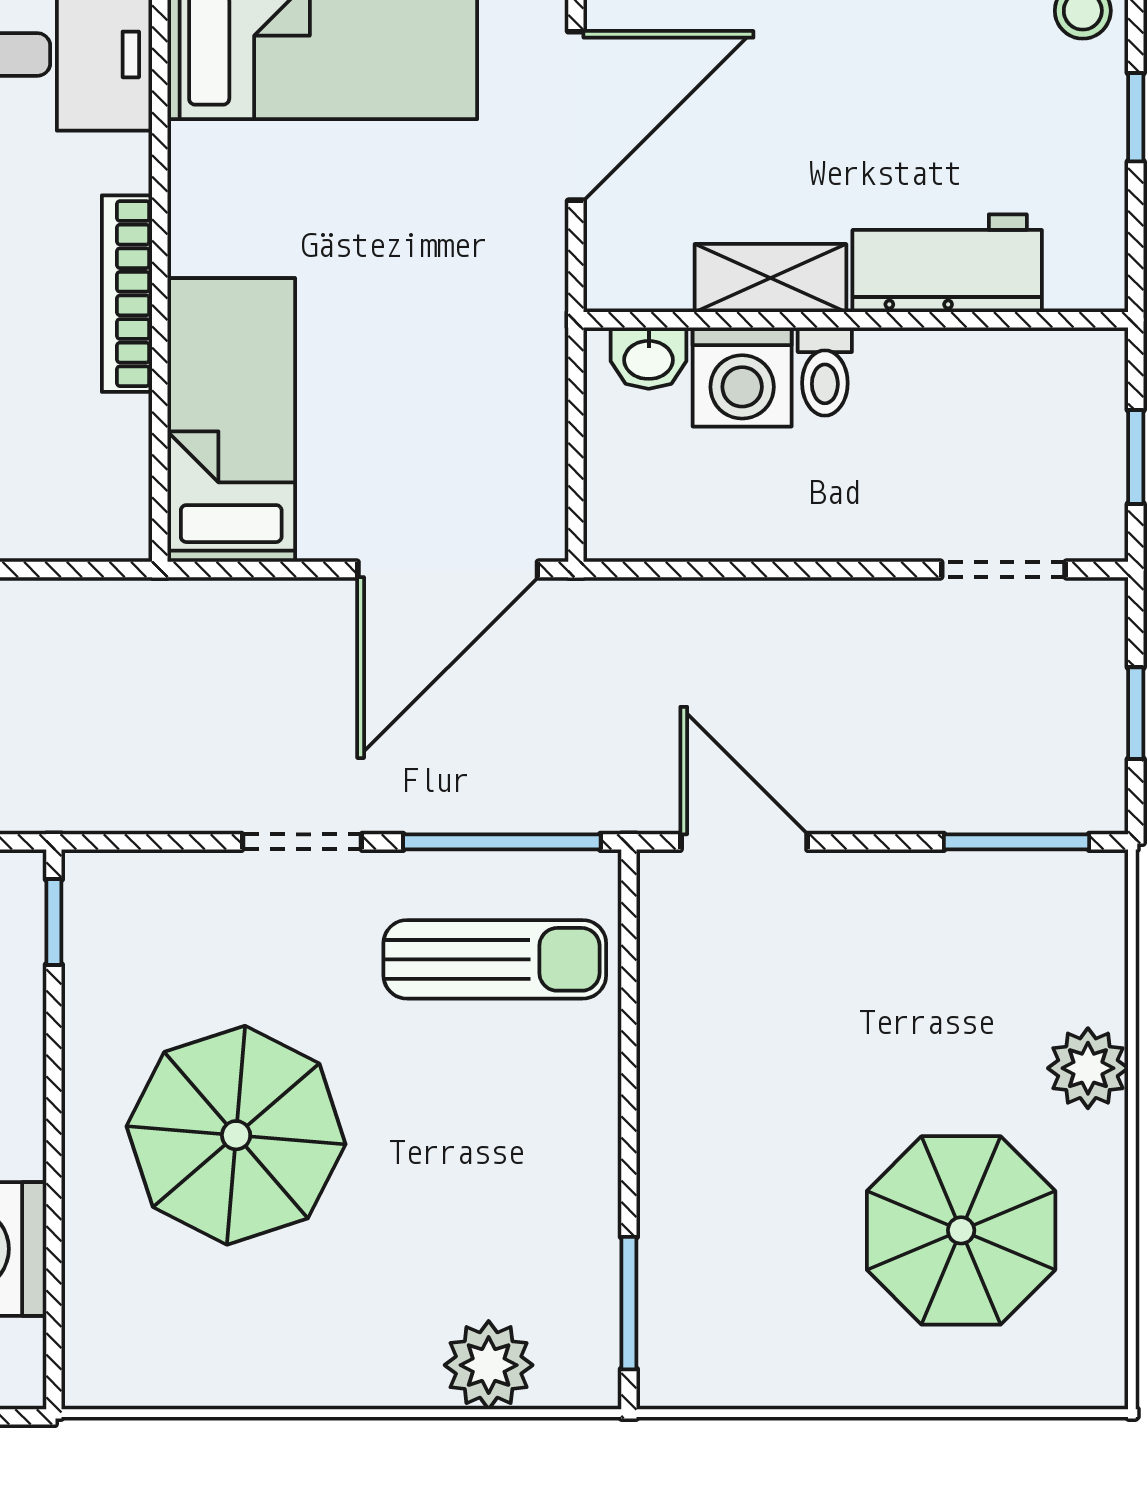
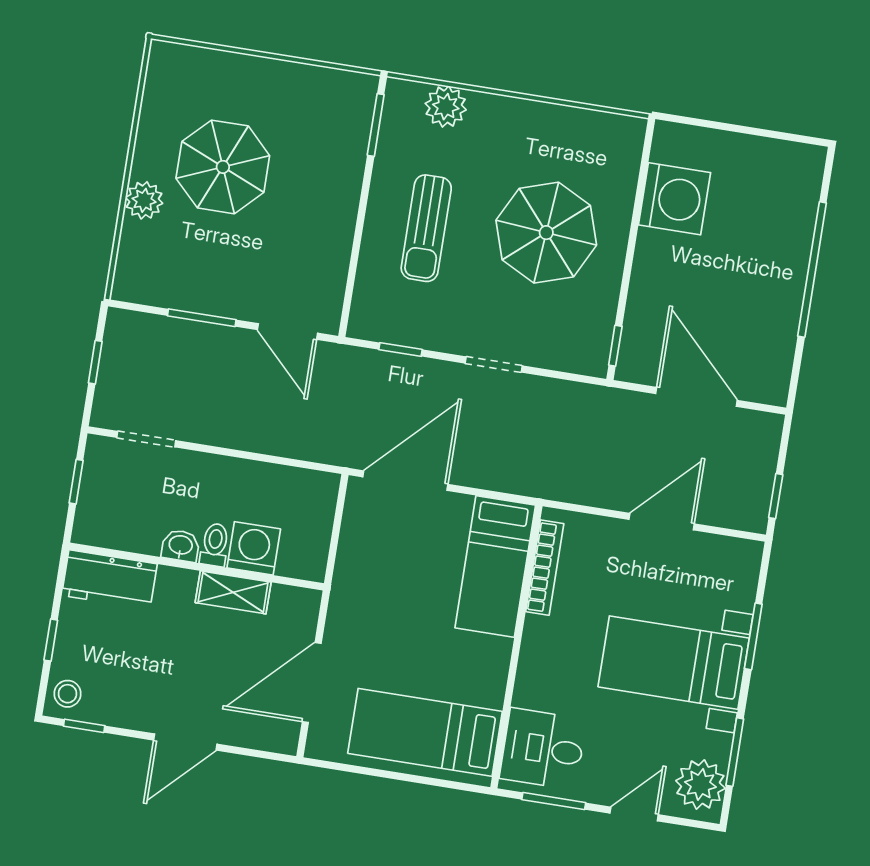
workbench: (947, 263) -> (109, 580), moved
bookcase: (127, 294) -> (545, 568), moved
washbasin: (649, 358) -> (181, 546), moved
window: (502, 842) -> (400, 350), width x0.46
window: (1017, 842) -> (202, 318), moved
sun lounger: (495, 959) -> (426, 228), moved, turned -90
parasol: (961, 1230) -> (223, 167), moved

